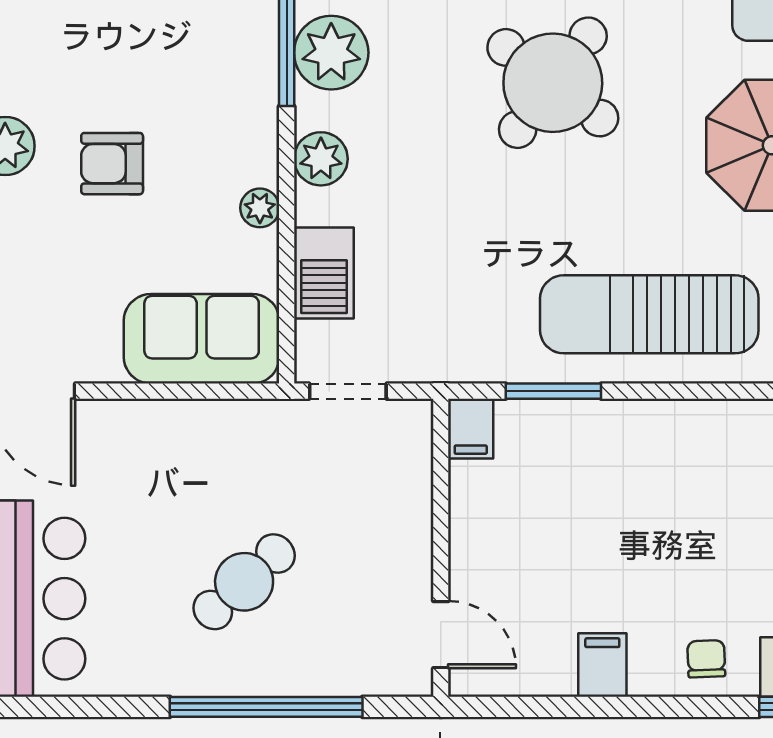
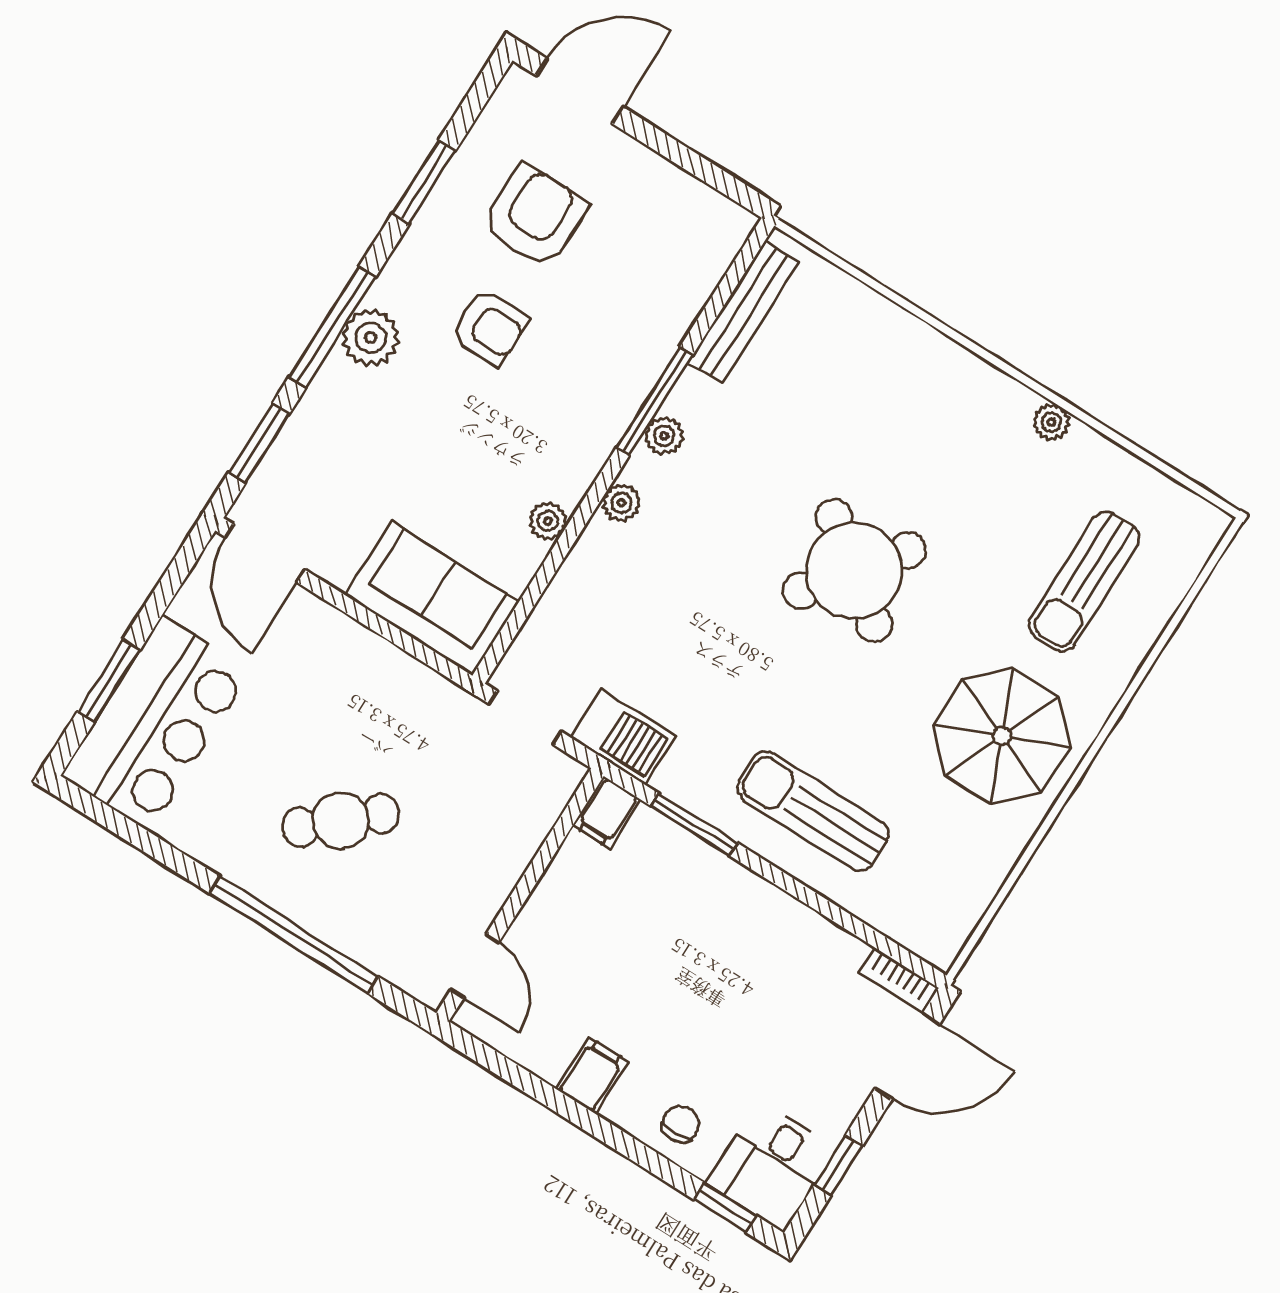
plant: (331, 53) -> (664, 436), width x0.53, depth x0.53
plant: (321, 159) -> (621, 503), width x0.73, depth x0.73
armchair: (112, 164) -> (489, 327), moved, turned 180
barbecue: (324, 273) -> (623, 737), moved, turned -90
sun lounger: (649, 314) -> (813, 811), width x0.73, depth x0.75

